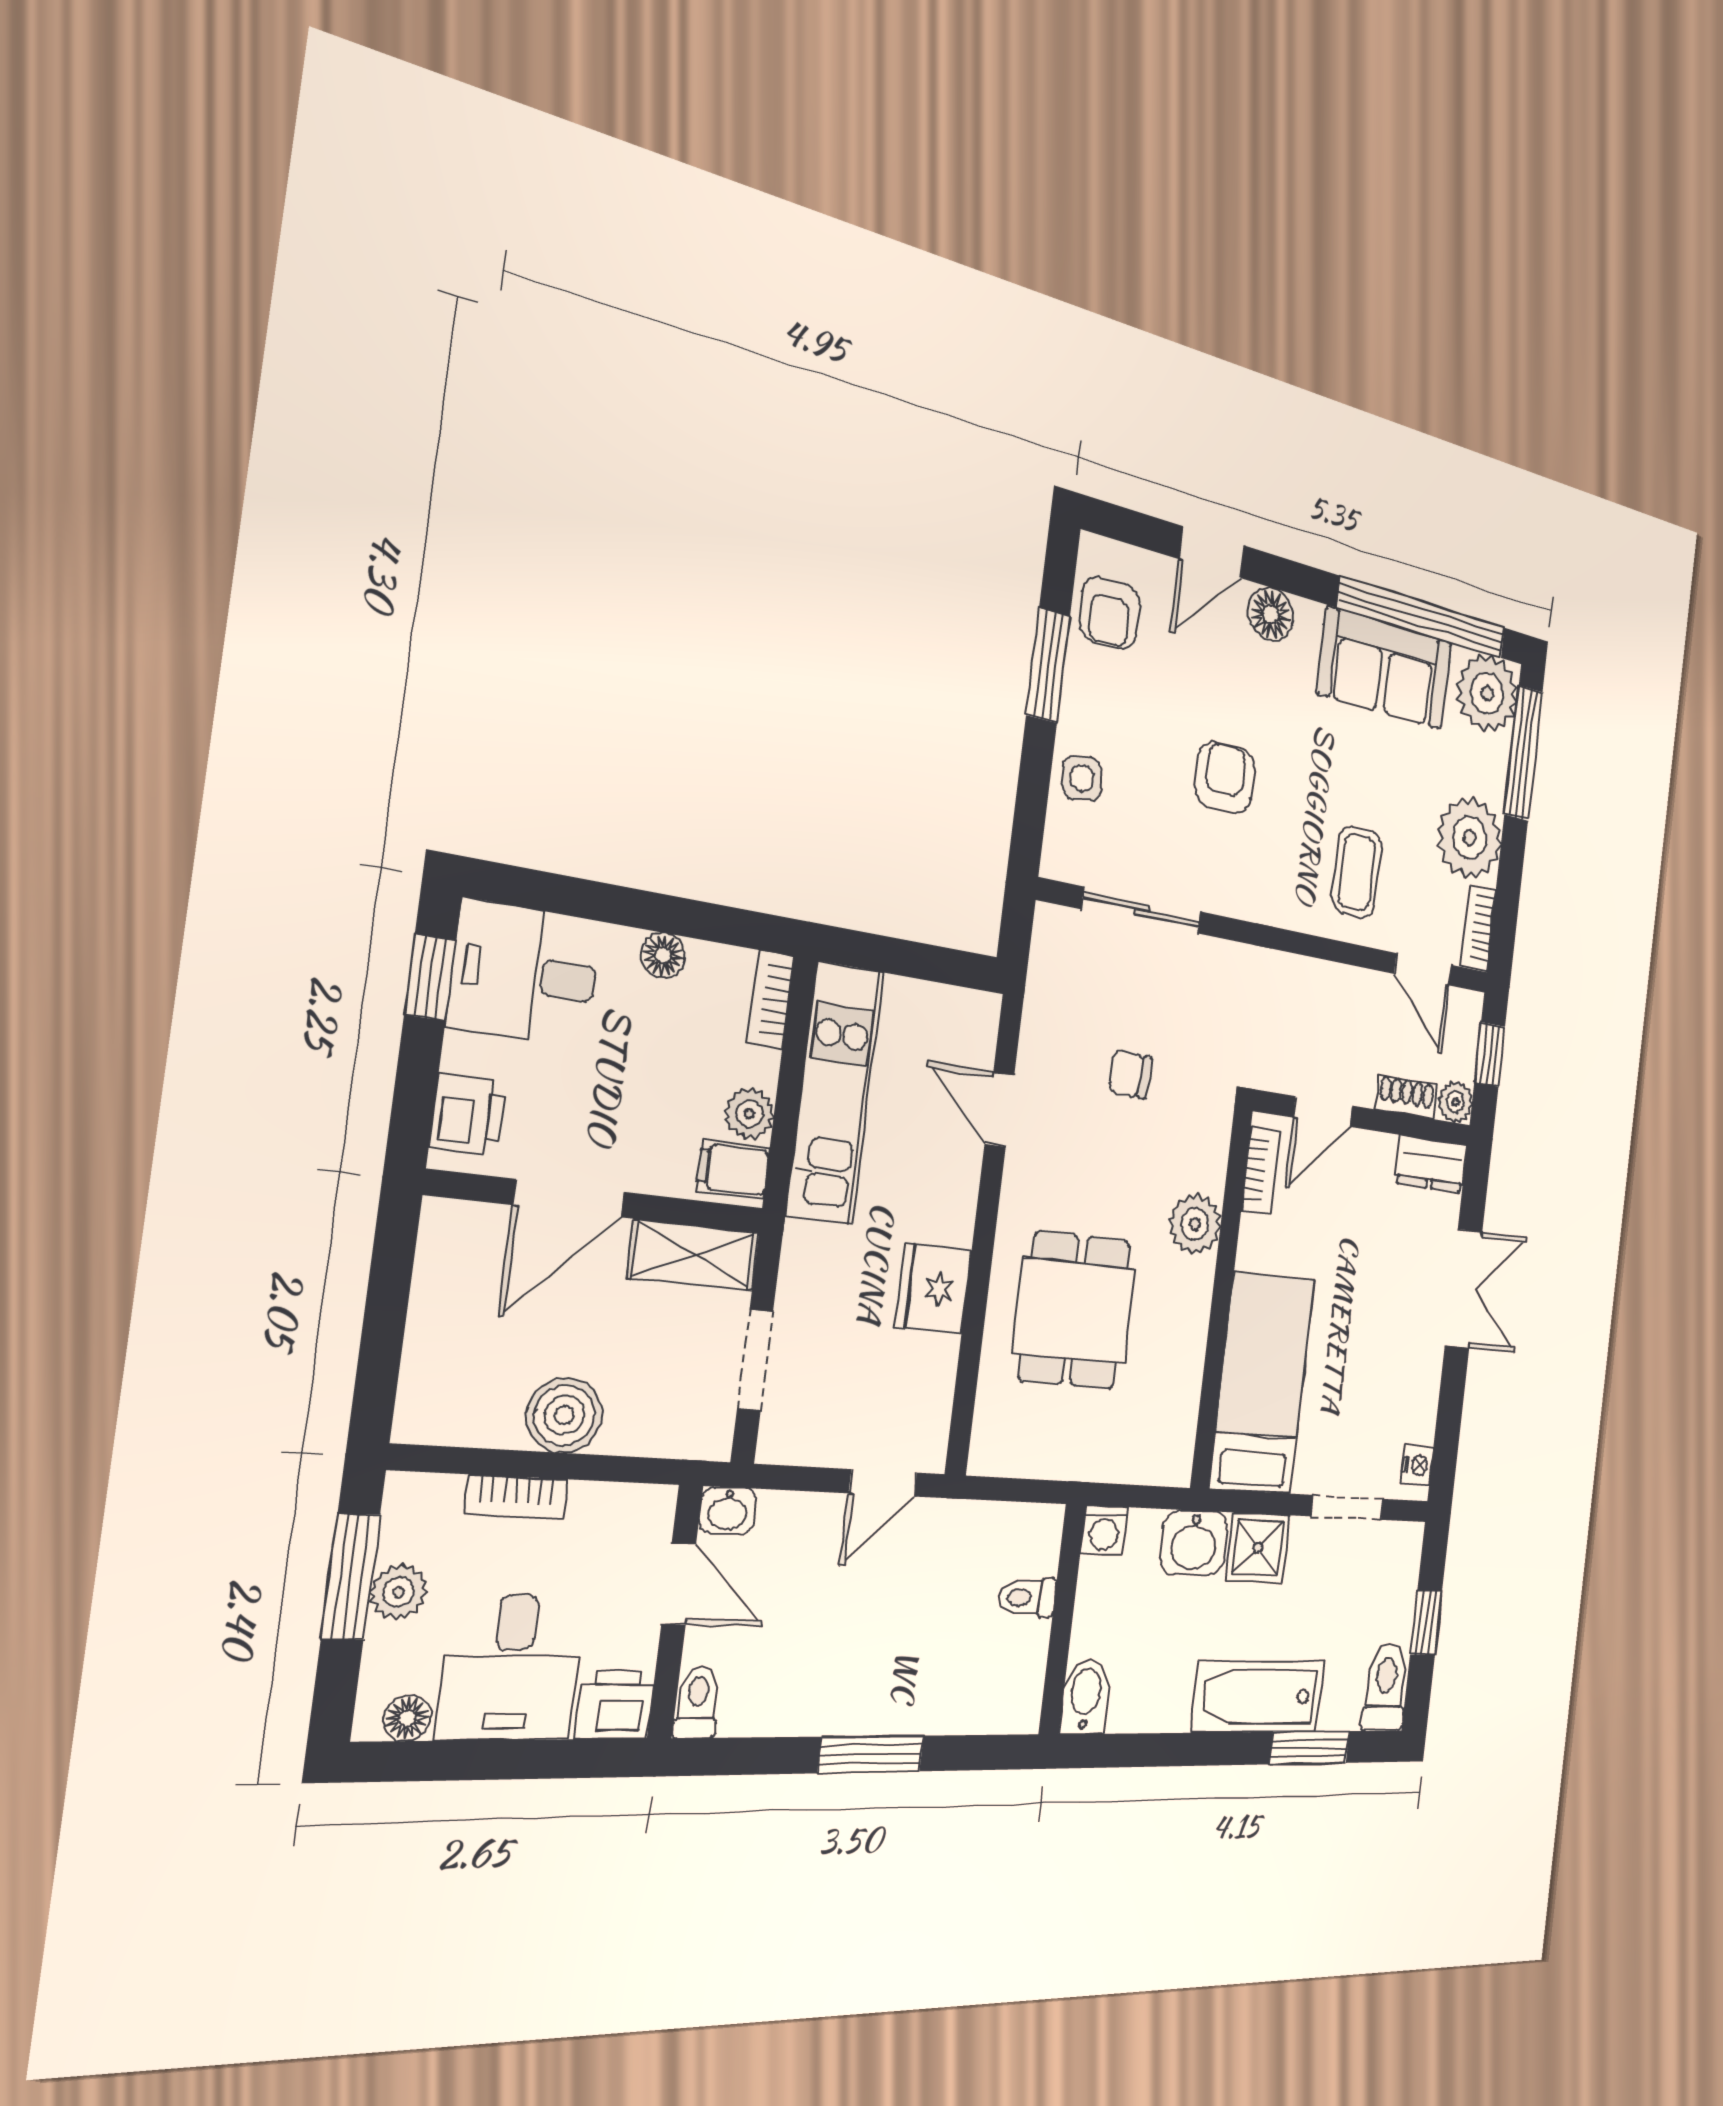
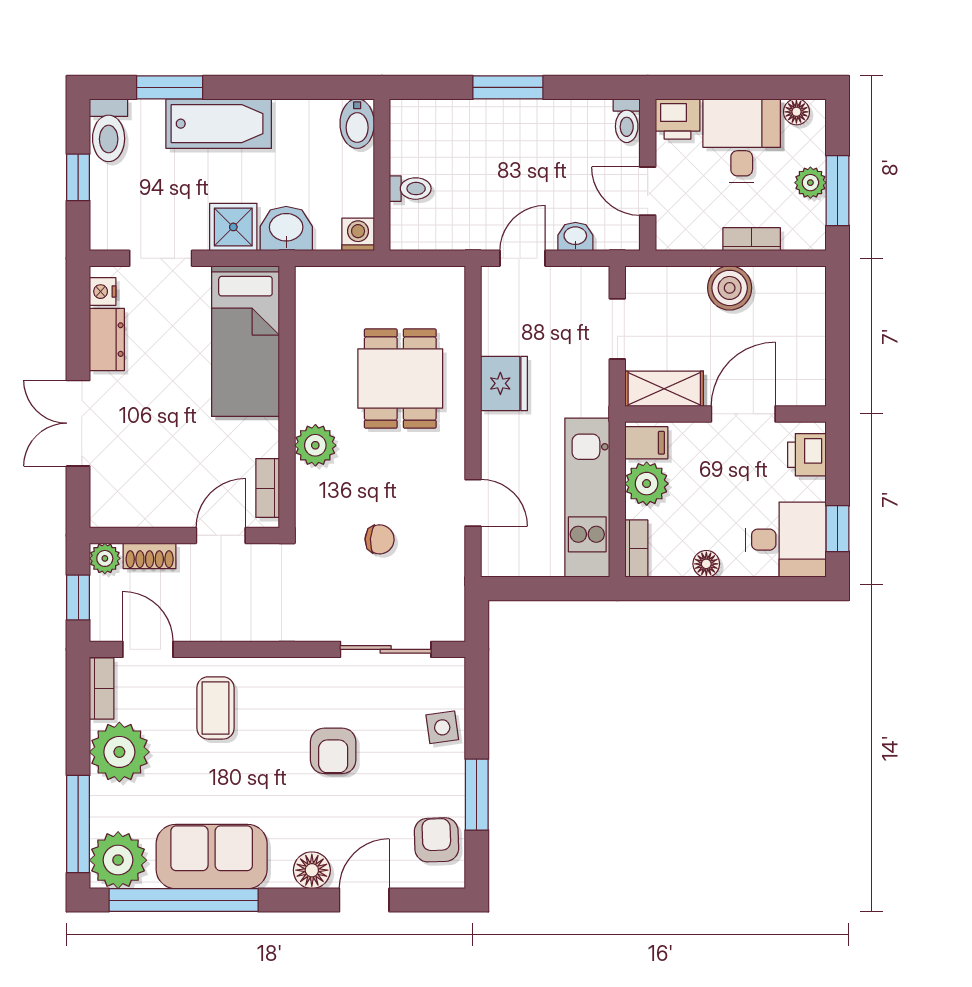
plant: (749, 1114) -> (647, 484), width x1.38, depth x1.38
dresser: (1431, 1164) -> (107, 340), moved, turned 90
washbasin: (728, 1511) -> (575, 237), moved

